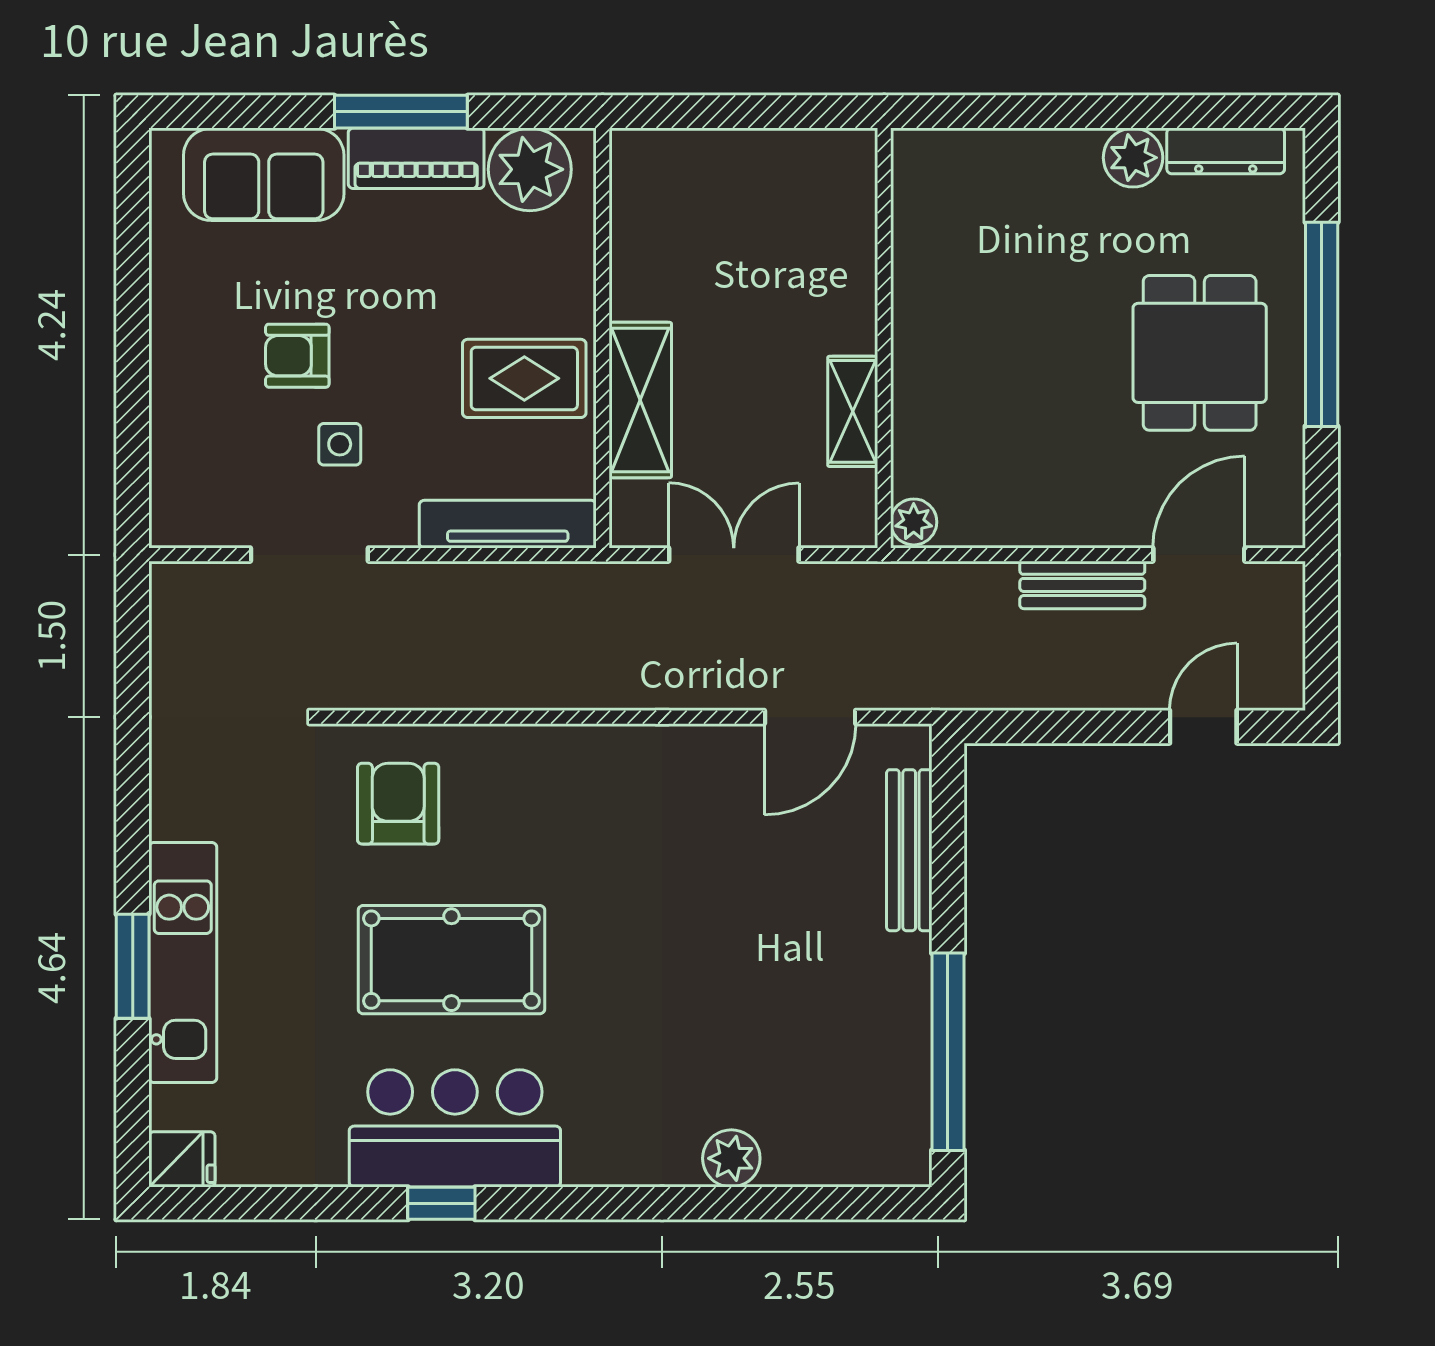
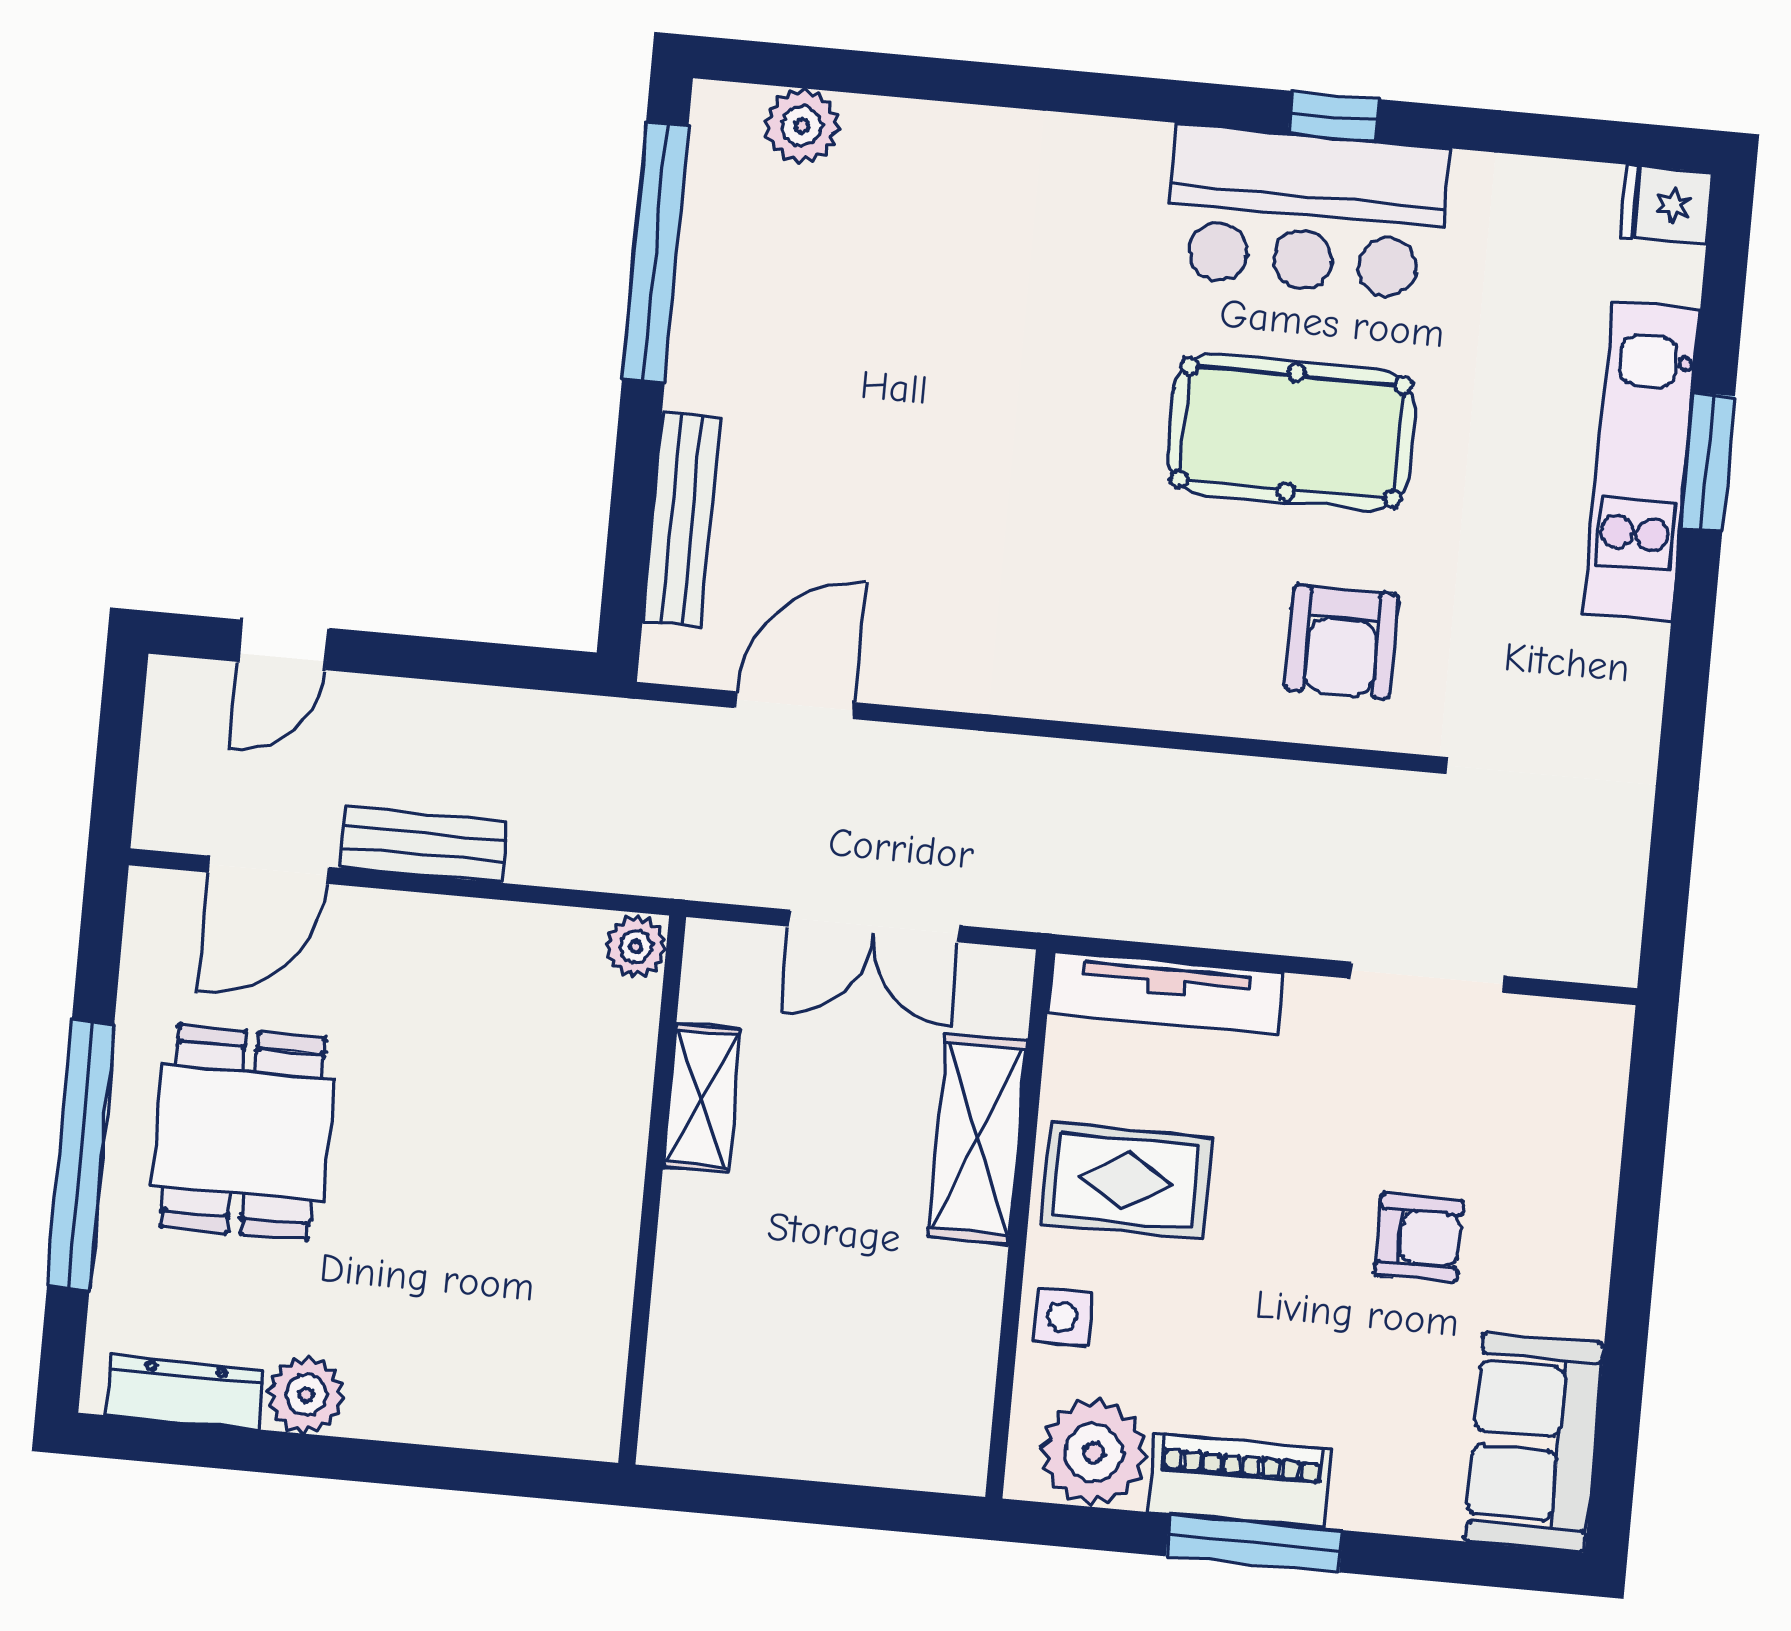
sofa: (264, 174) -> (1534, 1442), moved, turned -90
side table: (340, 444) -> (1062, 1317), moved
plant: (731, 1158) -> (802, 126), moved

